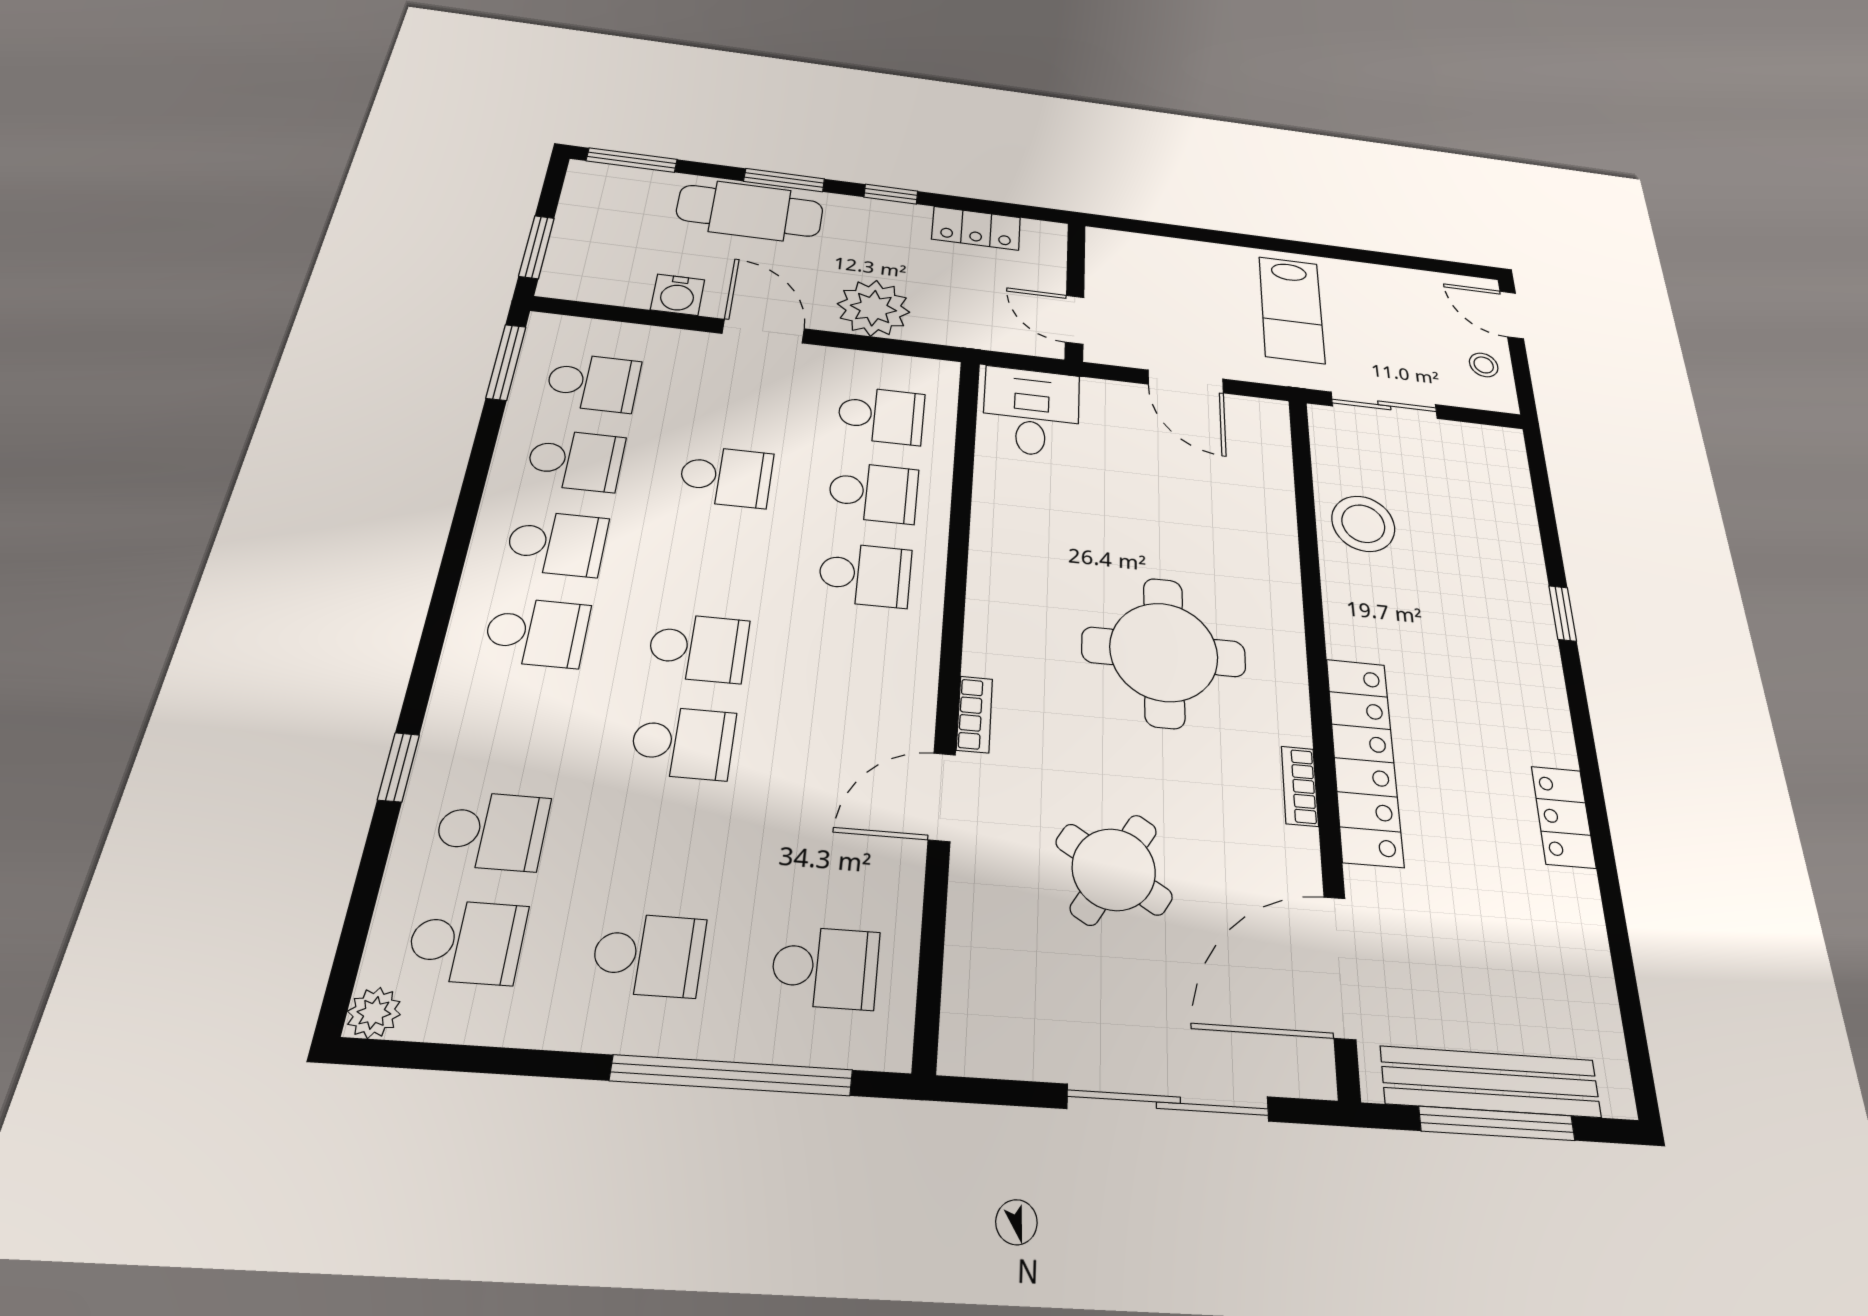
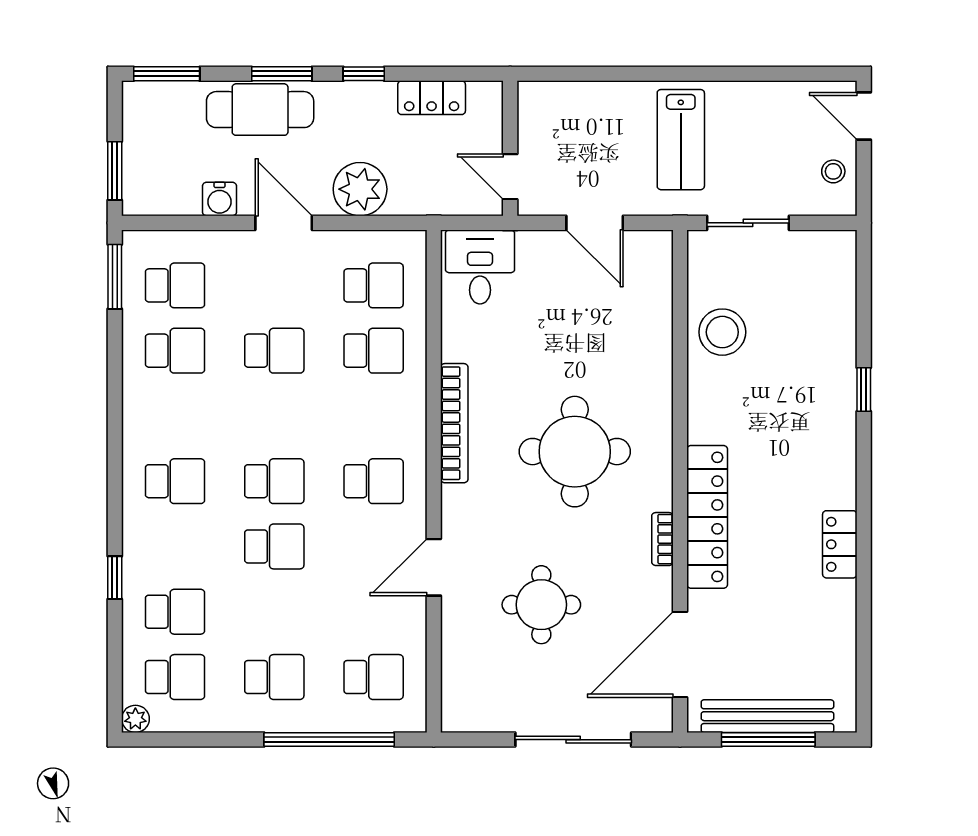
school desk: (557, 543) -> (175, 416), removed
school desk: (865, 575) -> (374, 481), moved
bookcase: (974, 714) -> (454, 423), moved, width x2.31, depth x1.31
round table: (1114, 869) -> (541, 605), turned -32

